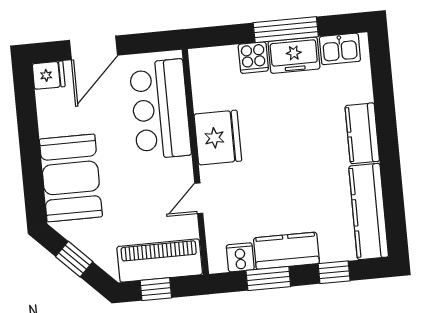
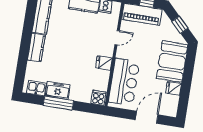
cooker: (253, 58) -> (98, 98), moved
fridge: (49, 75) -> (174, 88), moved
fridge: (218, 138) -> (104, 63), width x0.53, depth x0.75

